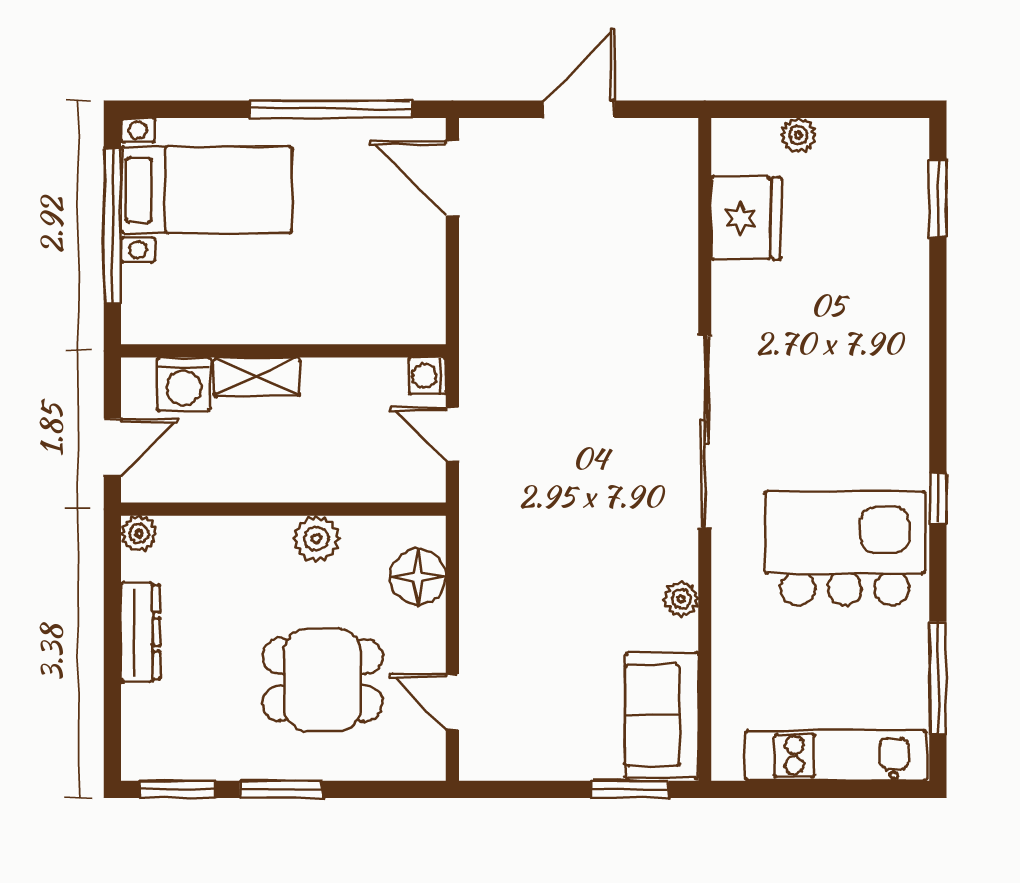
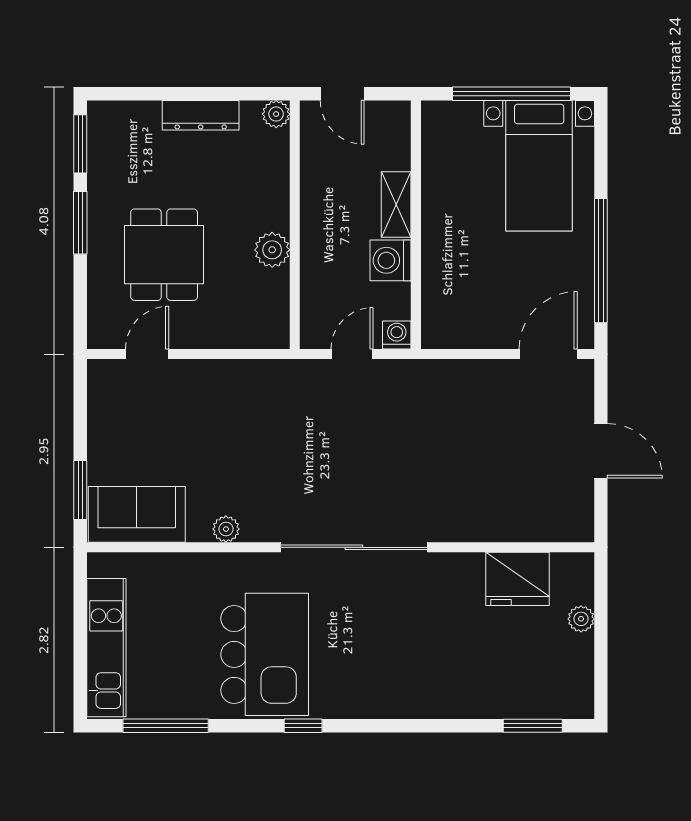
washing machine: (184, 384) -> (391, 260), moved
floor lamp: (418, 577) -> (243, 328), removed

